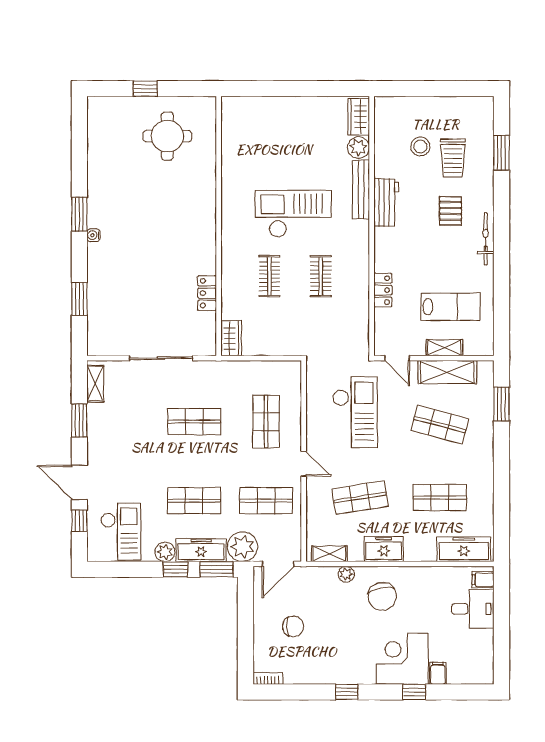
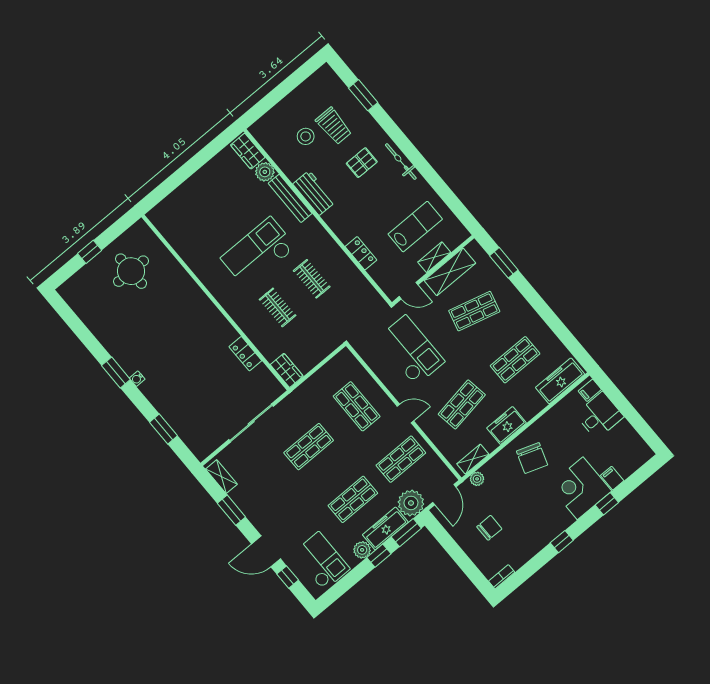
pallet: (450, 211) -> (362, 163), turned 90
plant: (346, 574) -> (477, 479), moved
chair: (382, 596) -> (532, 458), turned 31

